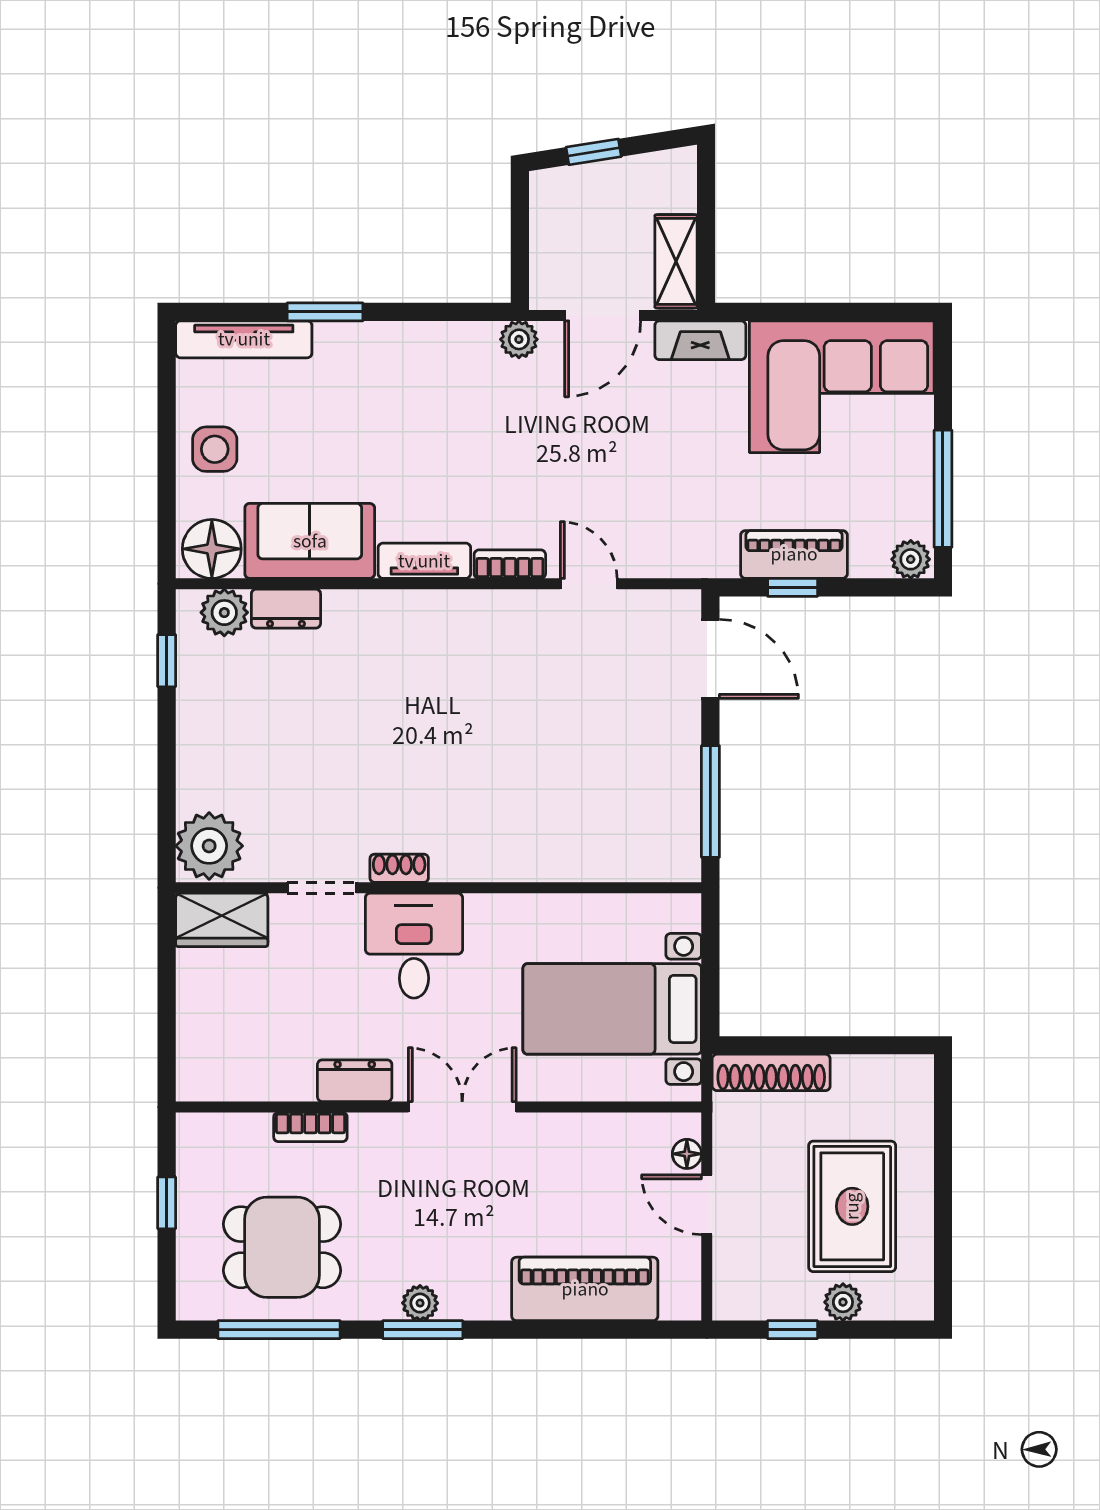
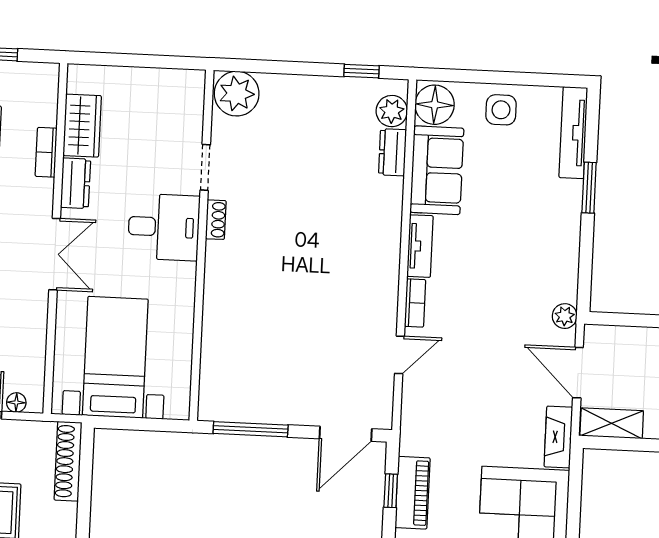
wardrobe: (222, 920) -> (82, 126), moved, turned 180

